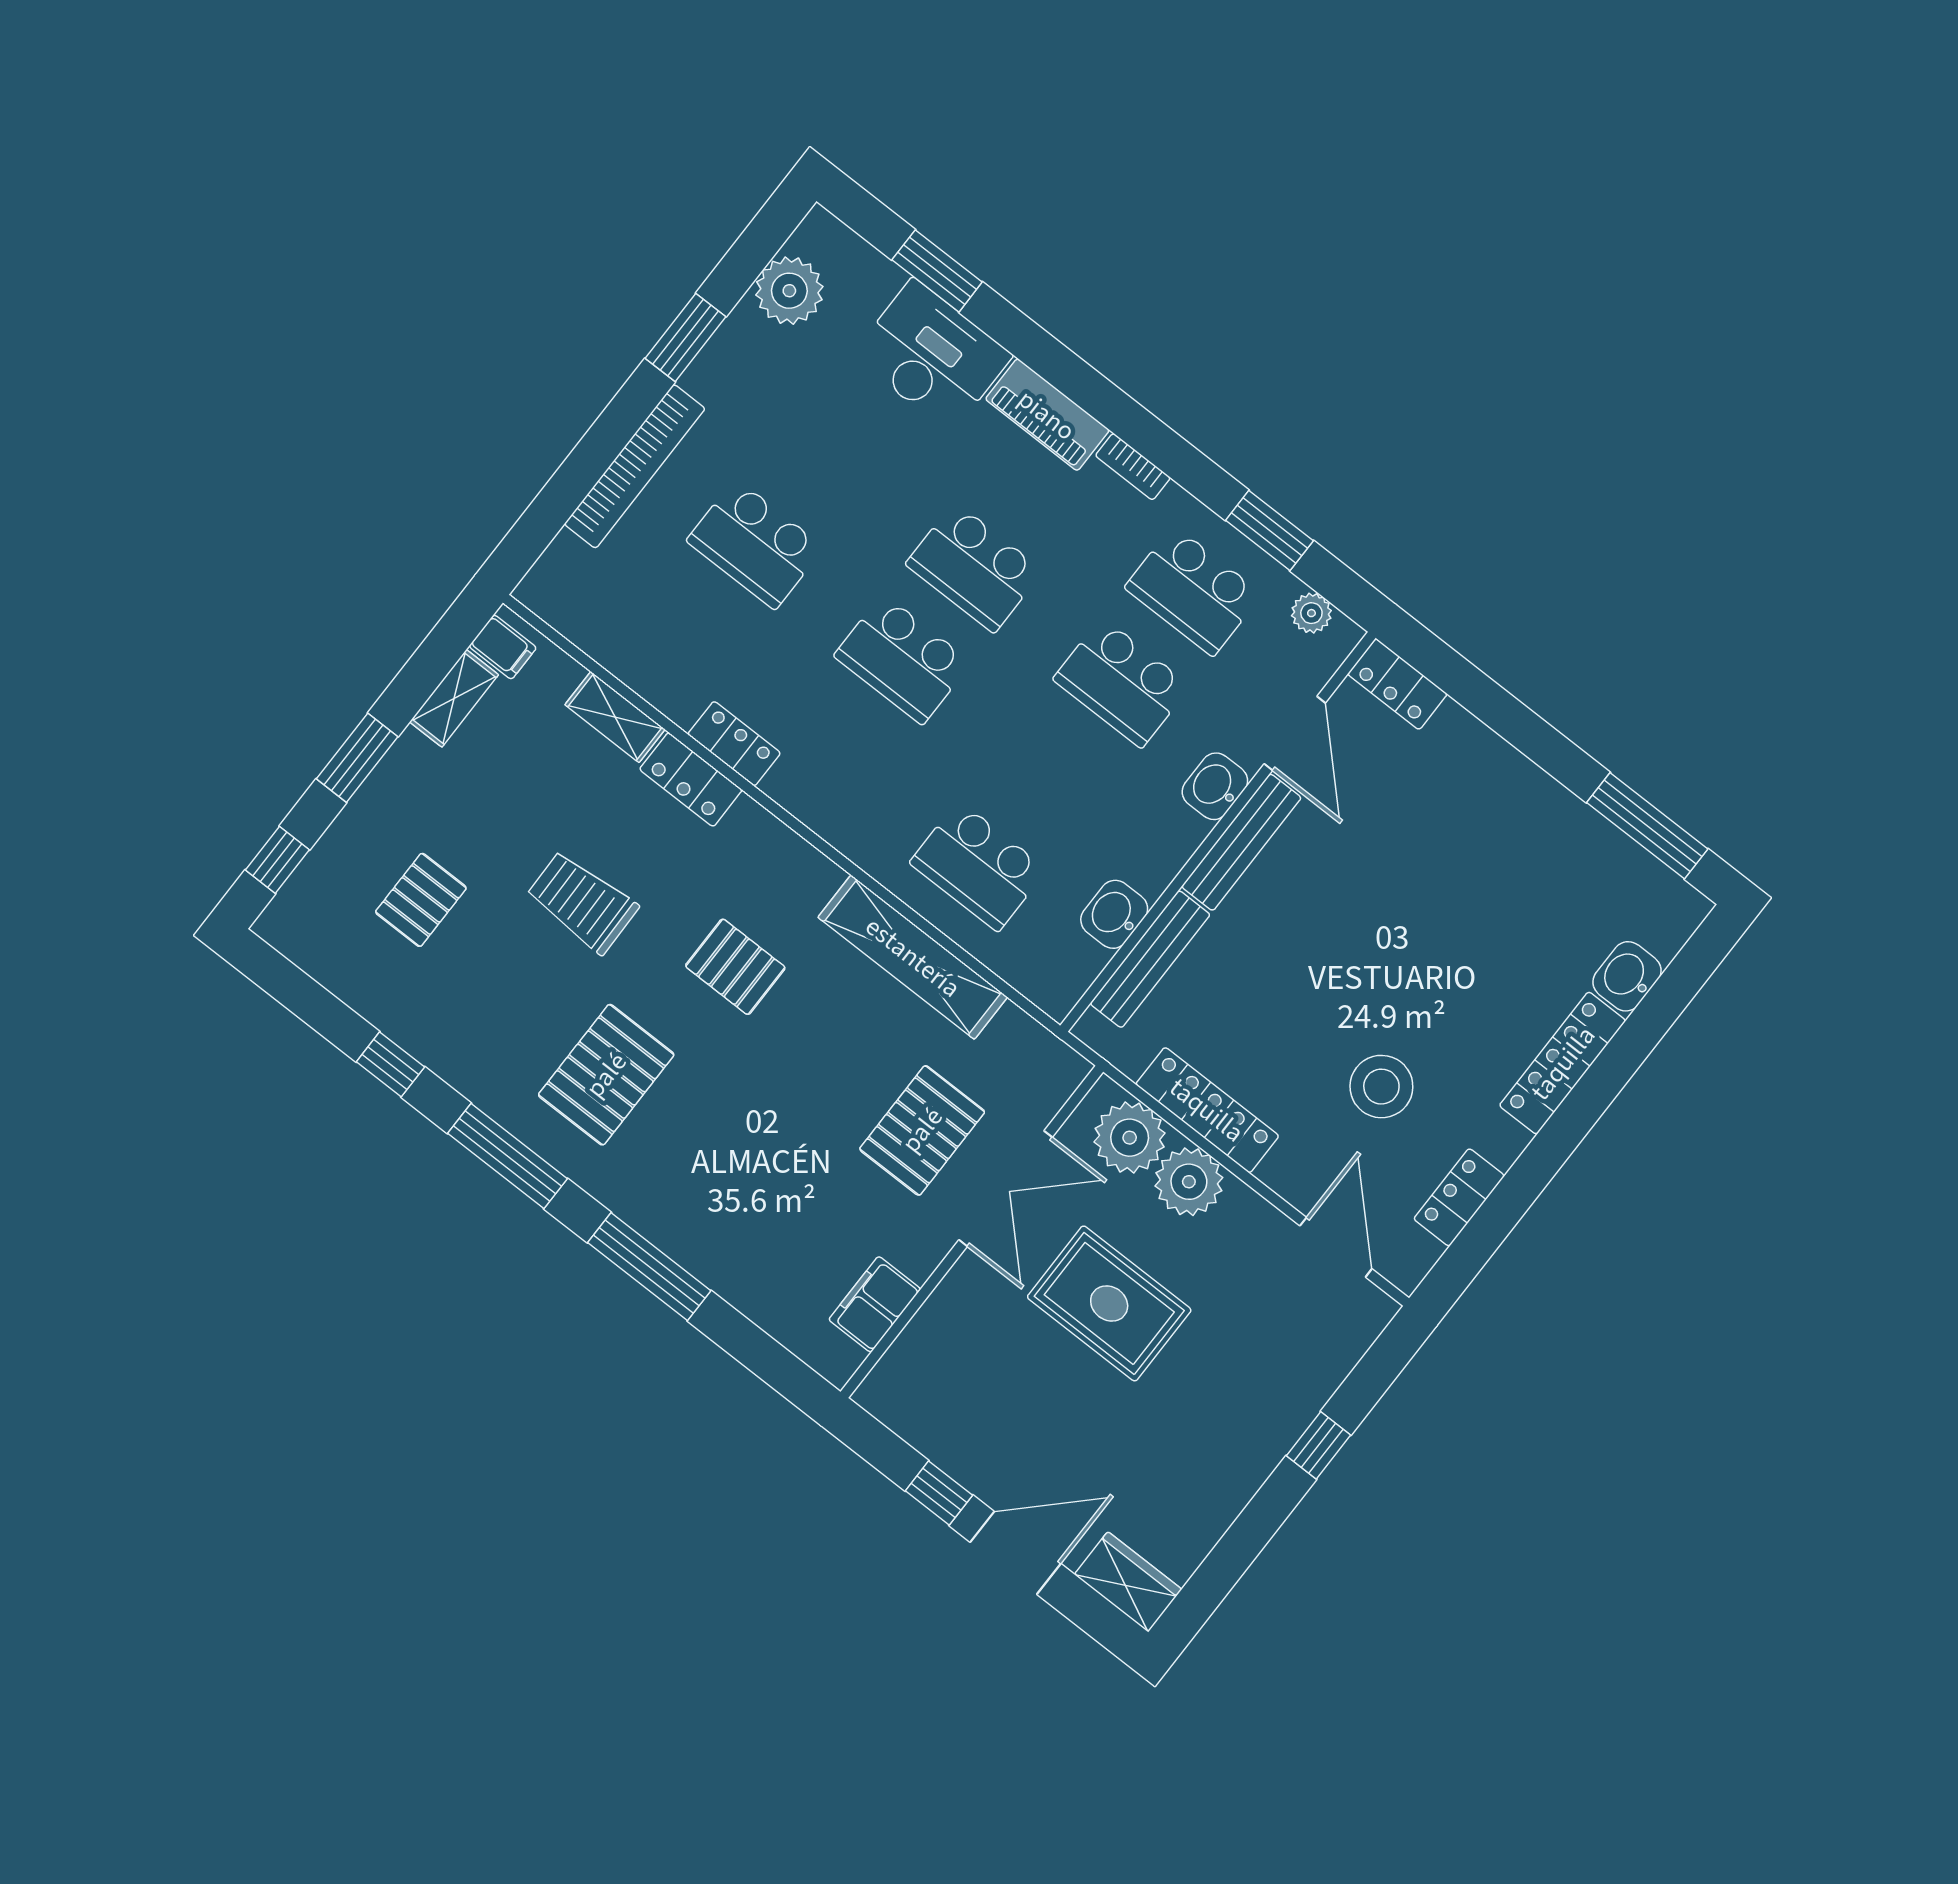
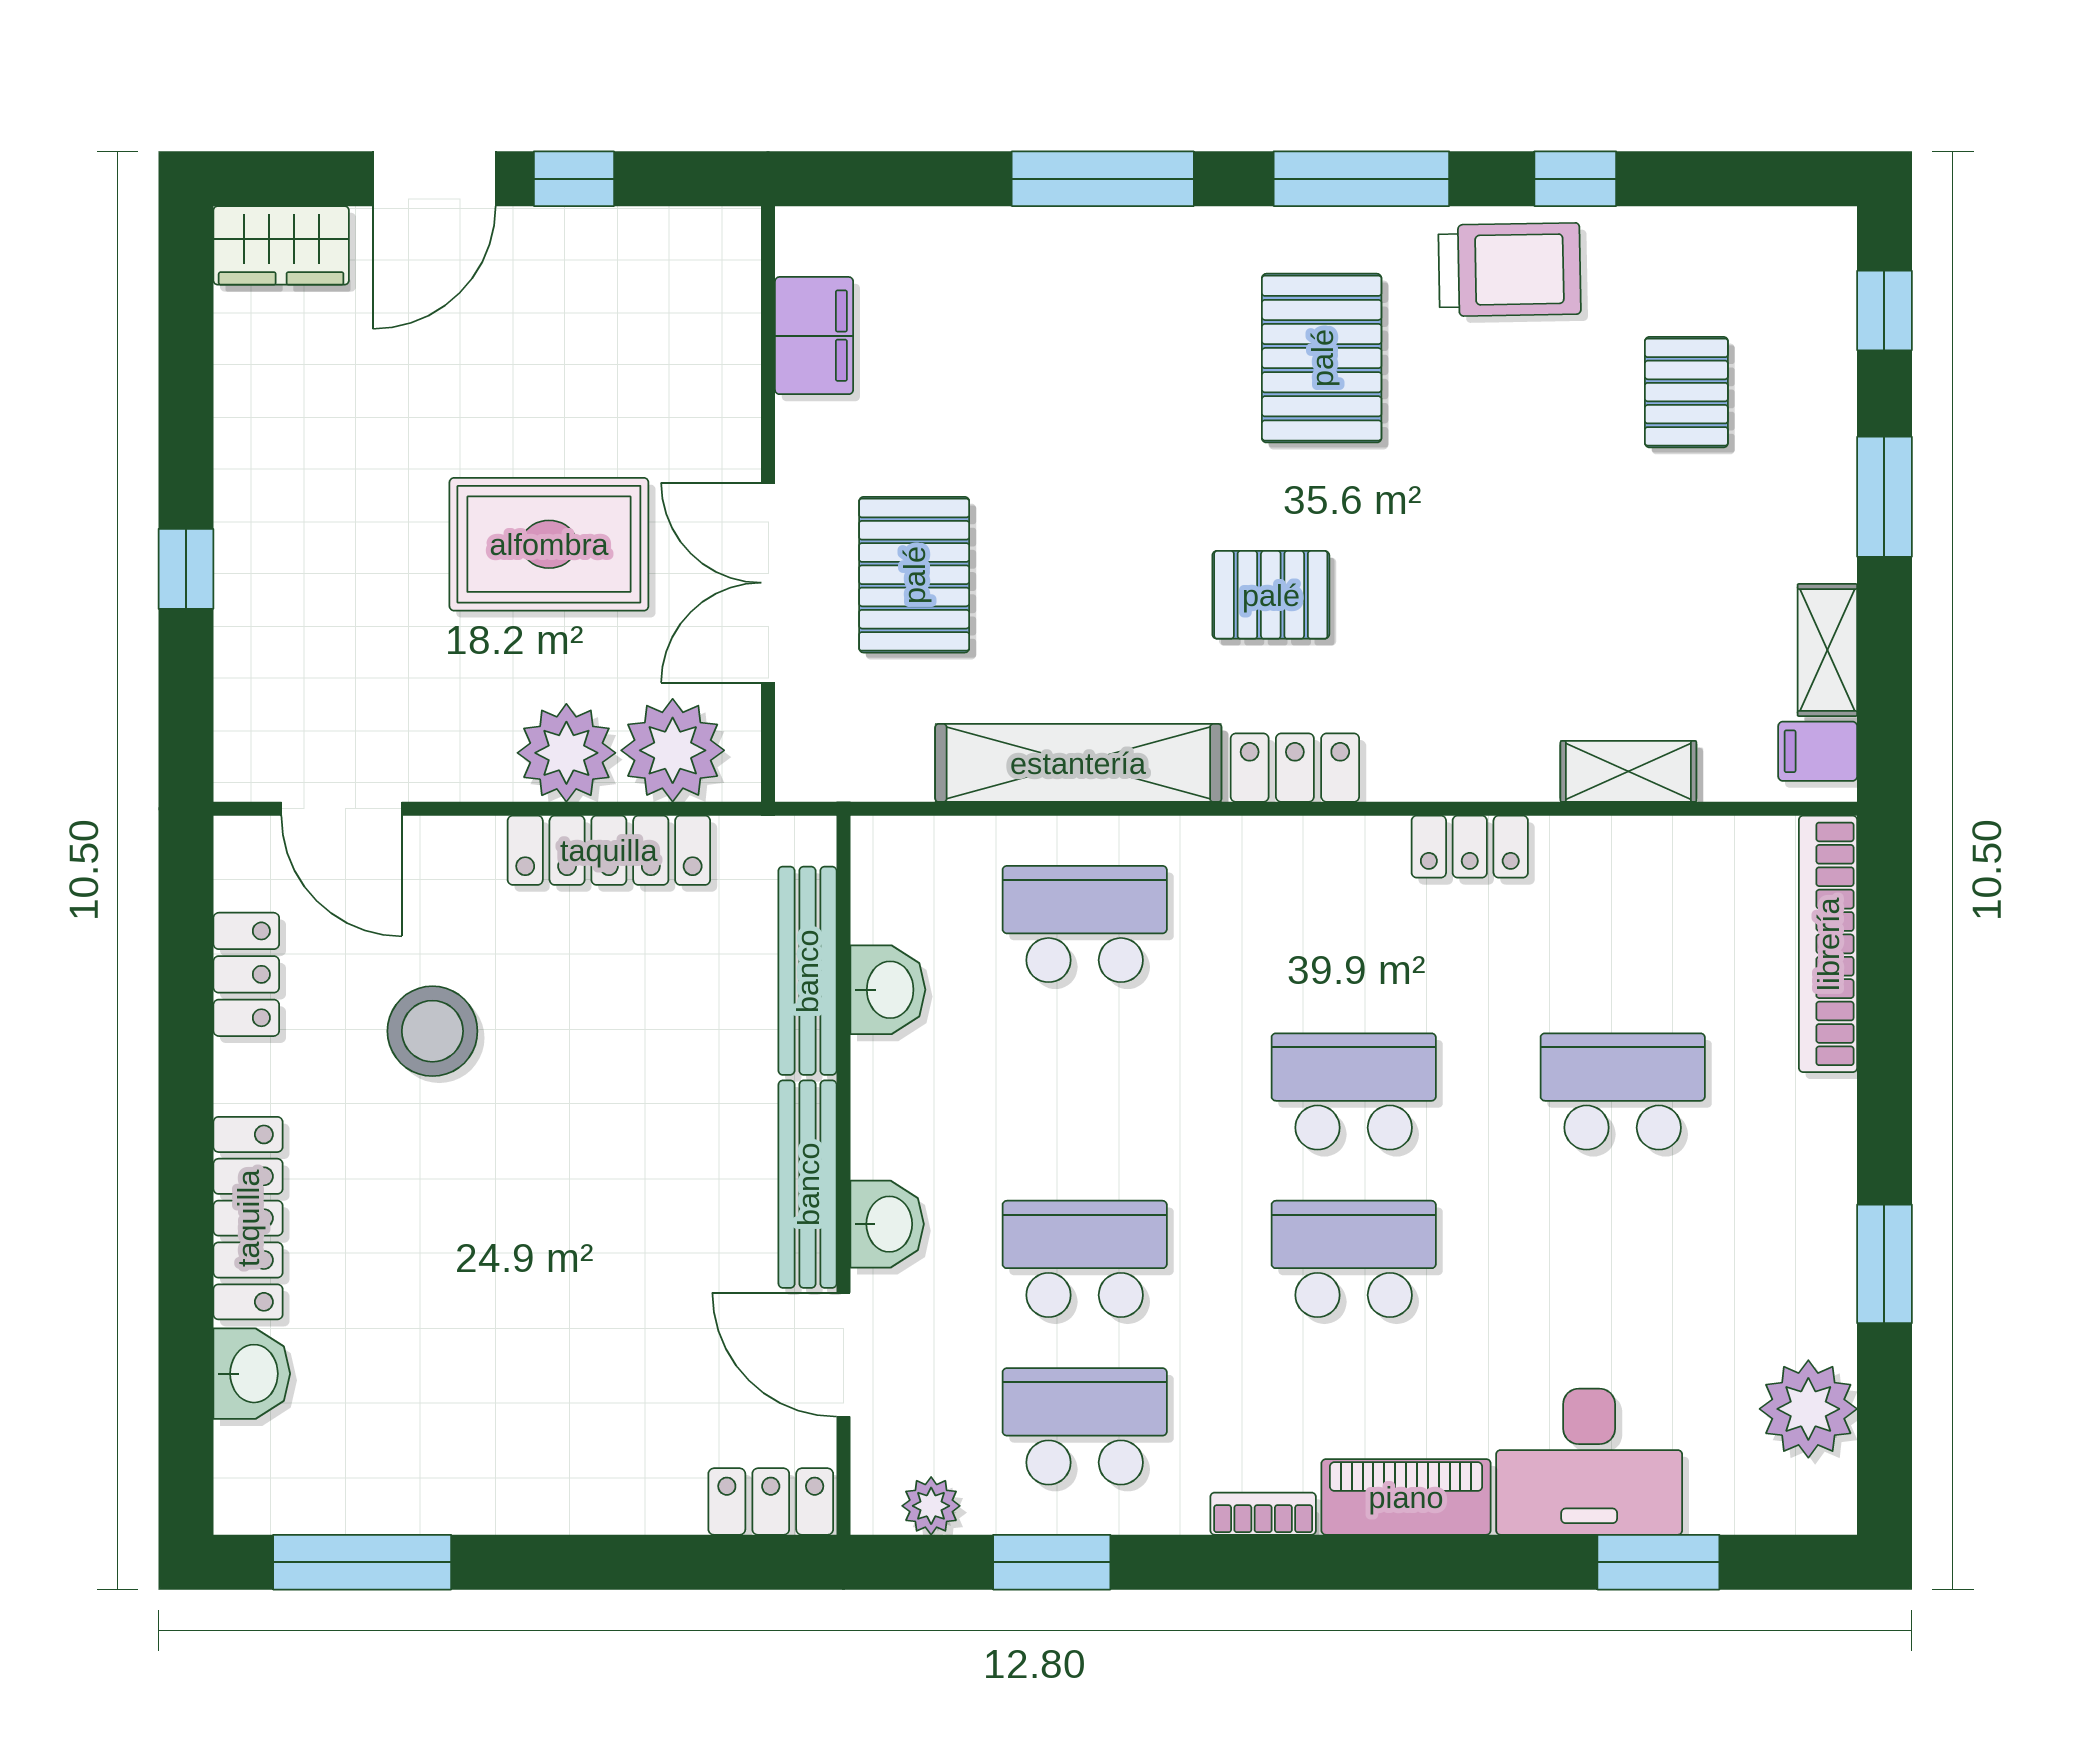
bookcase: (635, 466) -> (1828, 944), moved
locker: (691, 780) -> (1295, 768), moved
trolley: (582, 902) -> (1510, 270), moved

